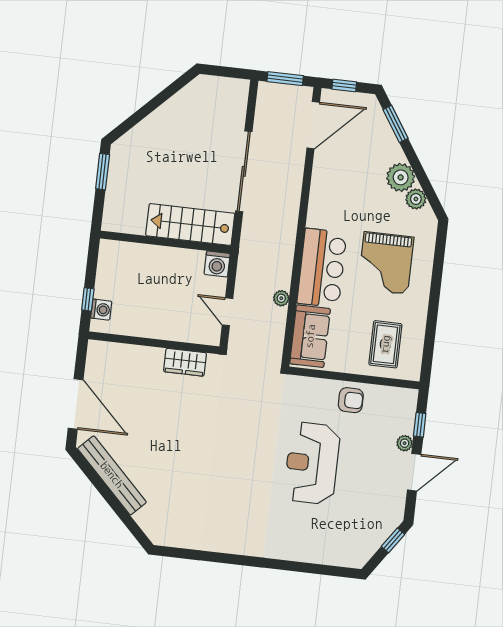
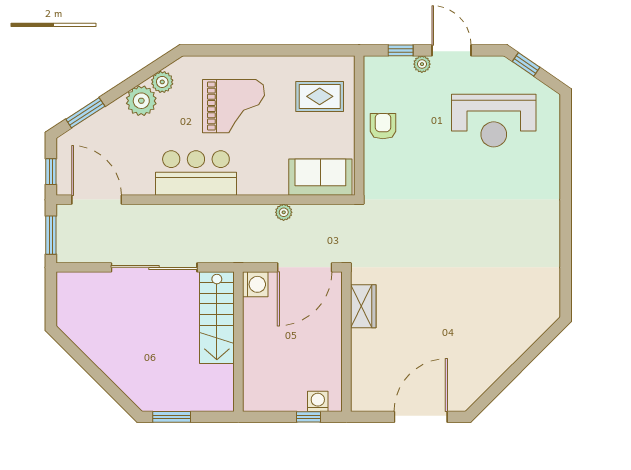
bar counter: (322, 268) -> (196, 173), moved
door: (228, 312) -> (305, 267), width x1.88
reception desk: (312, 463) -> (494, 121), moved
bench: (112, 475) -> (492, 370), removed

